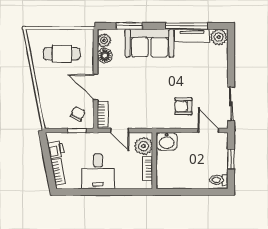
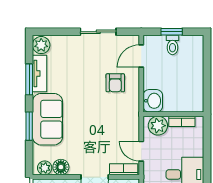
window: (129, 26) -> (29, 126), moved
window: (187, 26) -> (29, 79), width x0.69
sliding door: (231, 104) -> (98, 32), moved
door: (120, 131) -> (141, 151), swing flipped
toilet: (219, 180) -> (173, 45), moved

